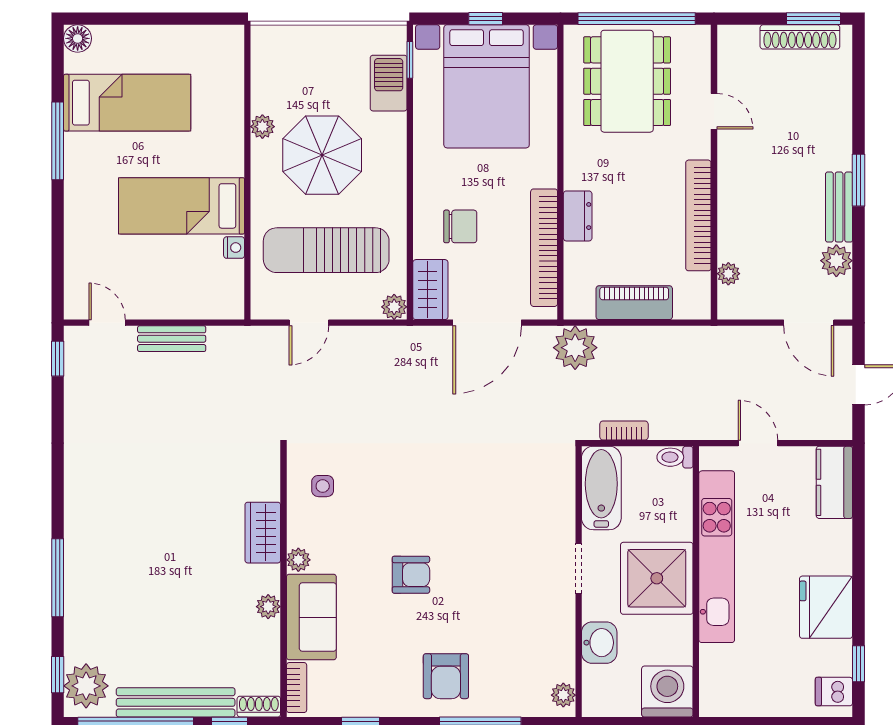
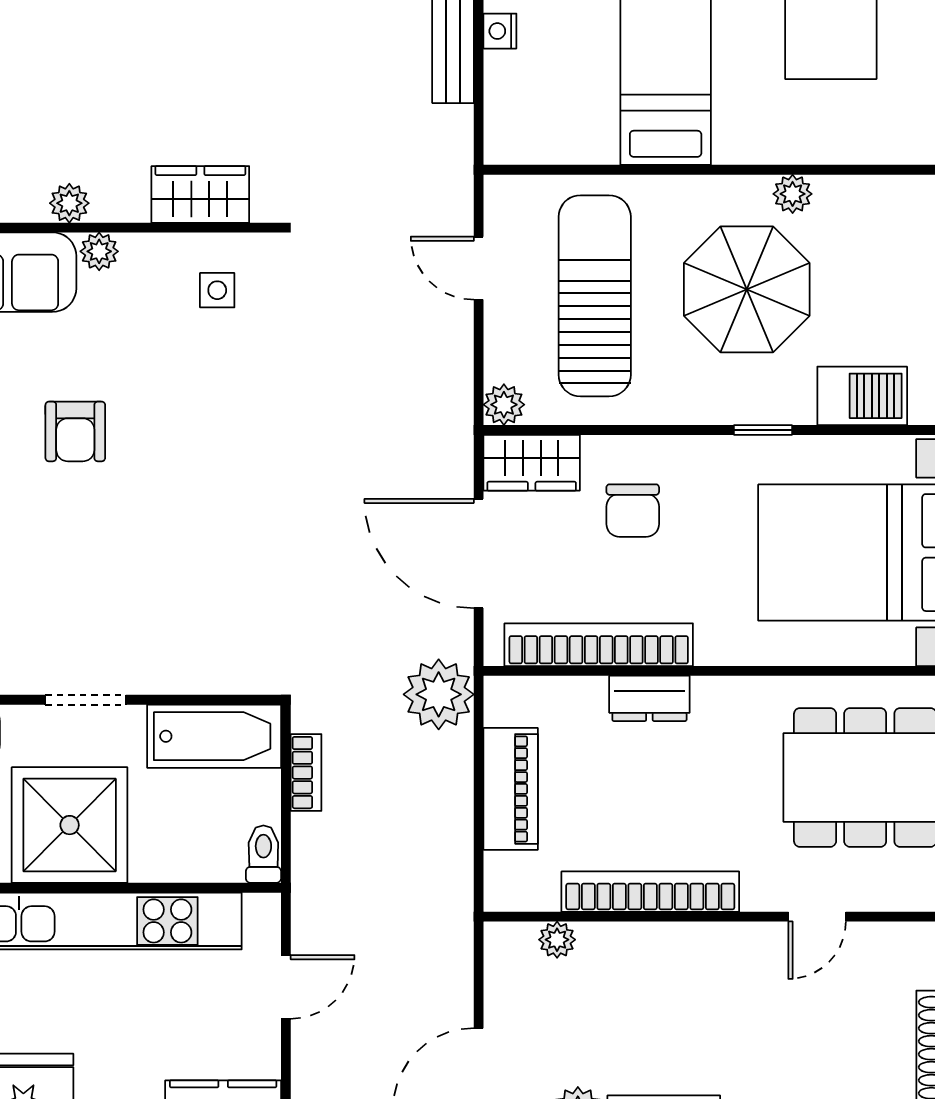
window: (410, 60) -> (763, 430), moved
nightstand: (234, 248) -> (500, 31), moved, turned 90
wardrobe: (263, 533) -> (200, 194), moved
plant: (268, 607) -> (69, 203), moved

